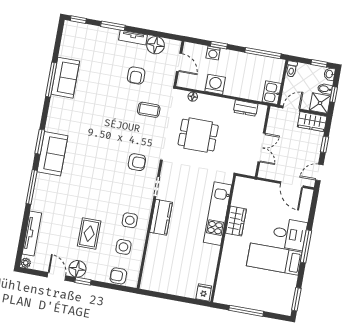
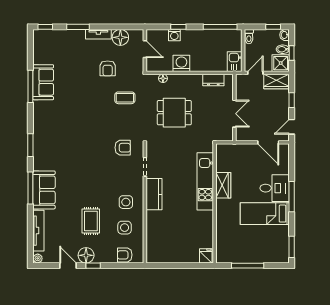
sofa: (52, 154) -> (44, 190), moved

